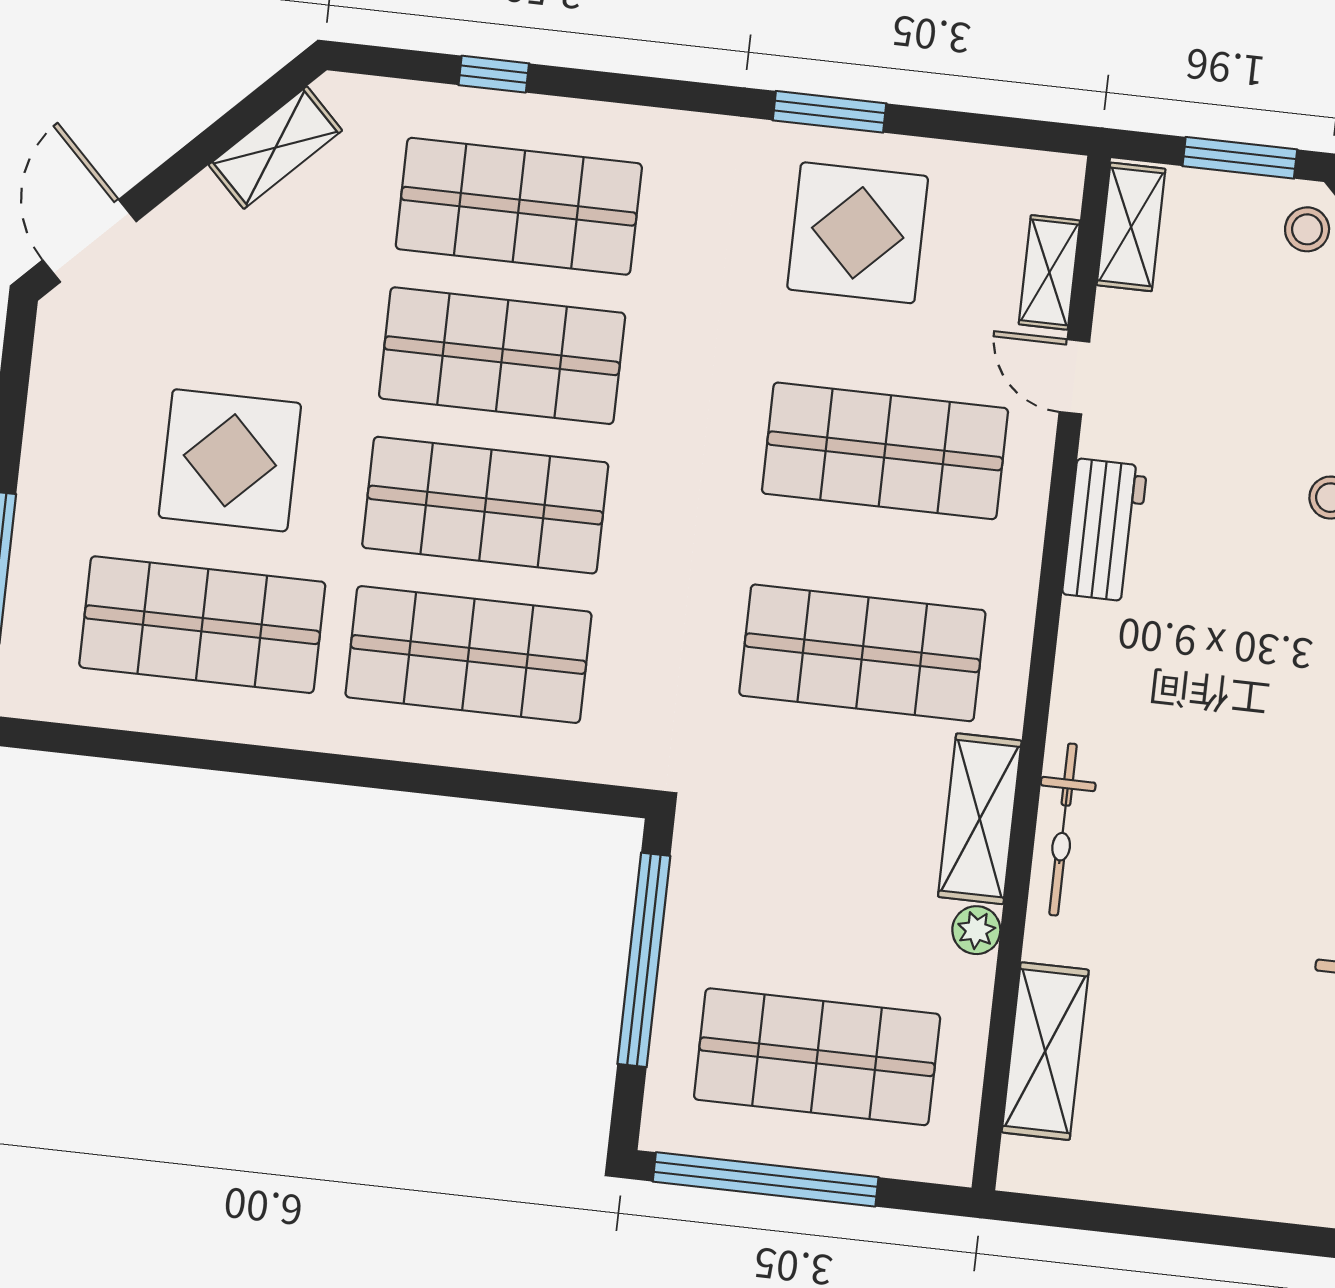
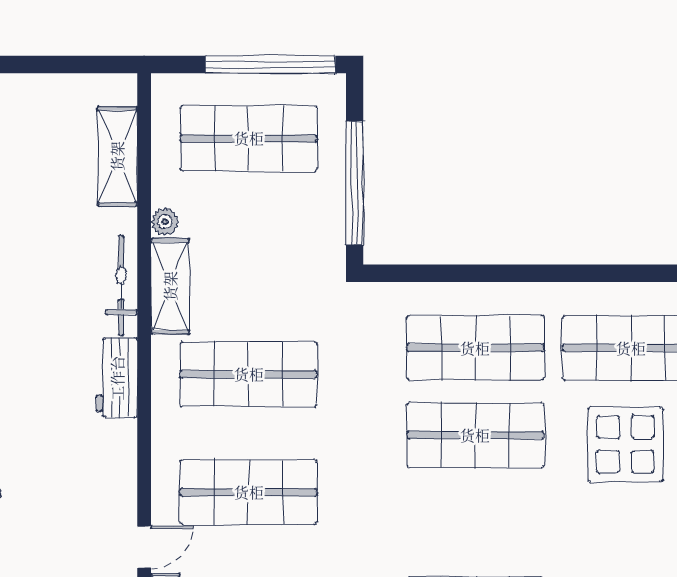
shop shelf: (502, 356) -> (475, 522), removed
door: (1074, 377) -> (144, 547), hinge flipped
workbench: (1105, 530) -> (117, 378), moved

